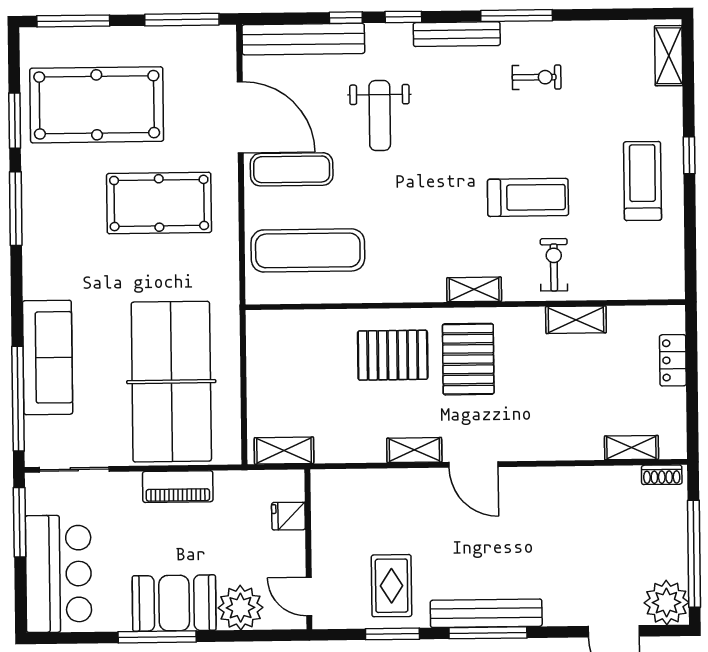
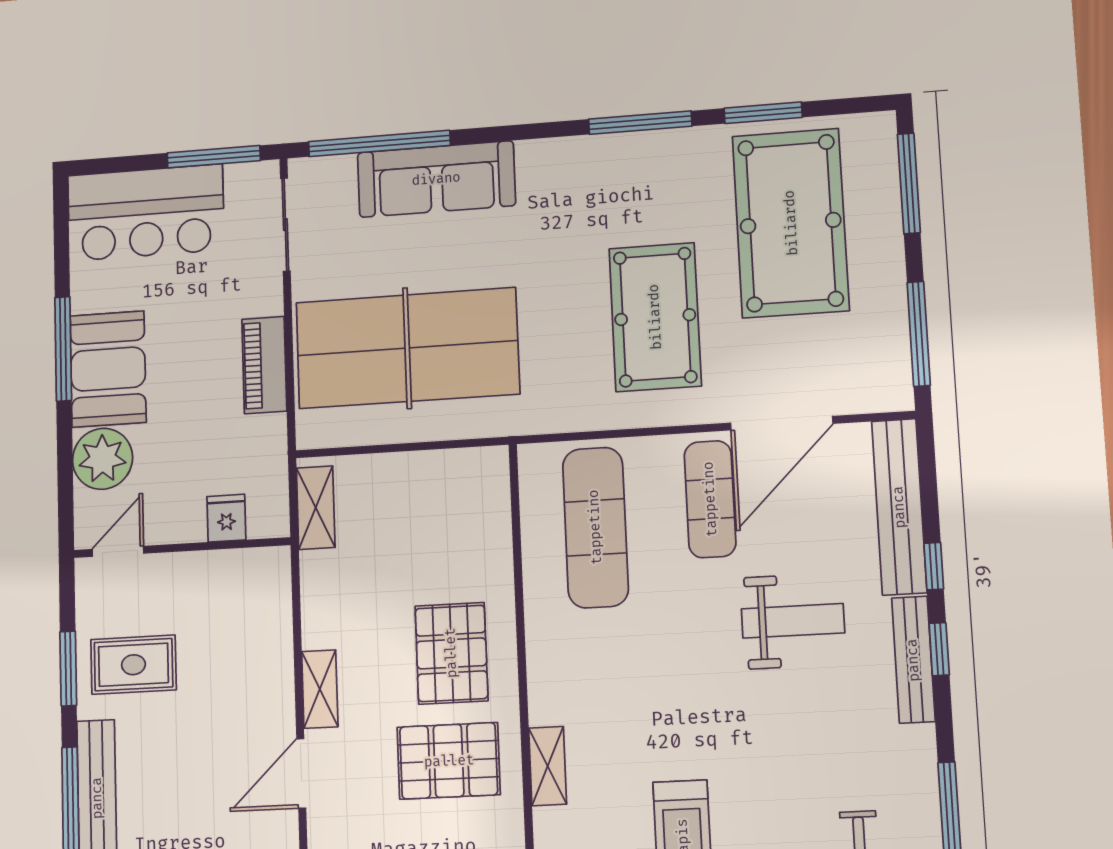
bench: (457, 34) -> (913, 660), moved
weight bench: (380, 116) -> (793, 621), turned 180

